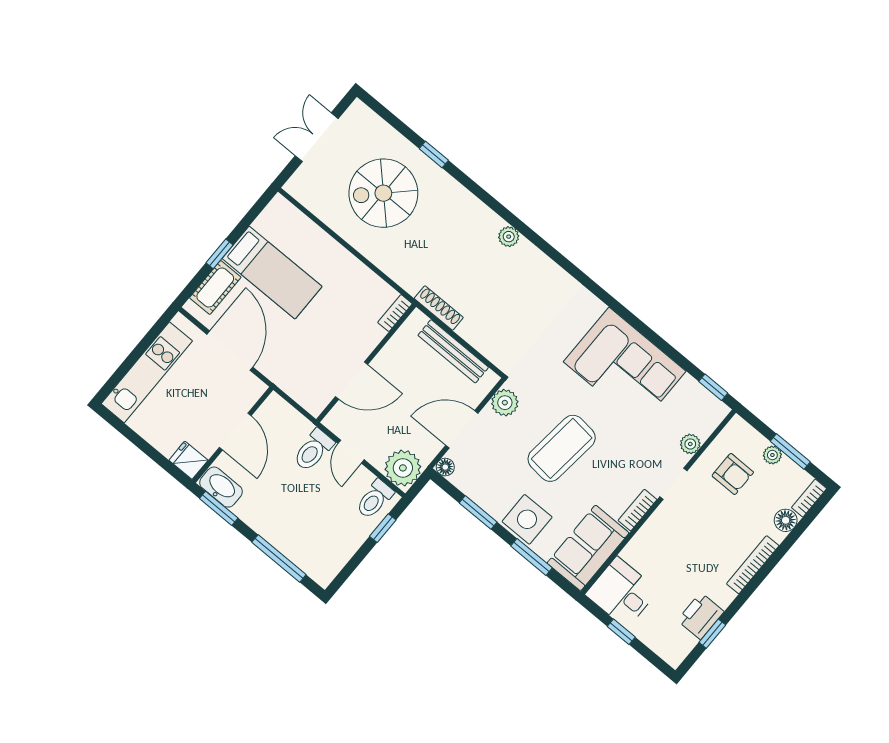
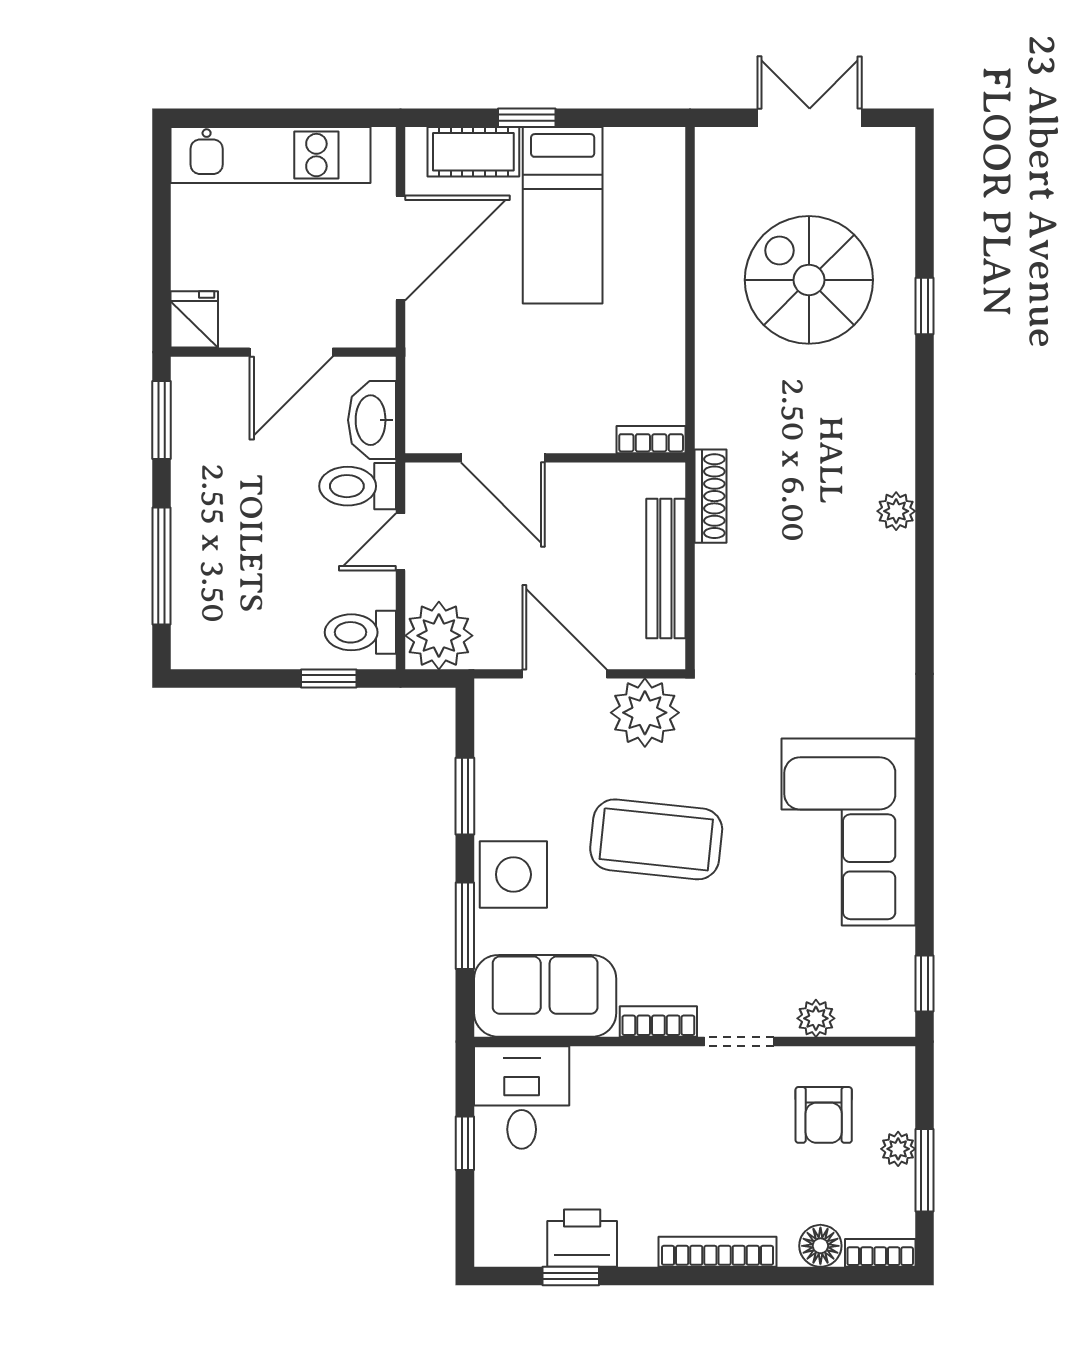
plant: (505, 403) -> (645, 713), width x1.36, depth x1.36
floor lamp: (445, 467) -> (491, 695), removed
washbasin: (221, 487) -> (372, 420), moved, turned 180

